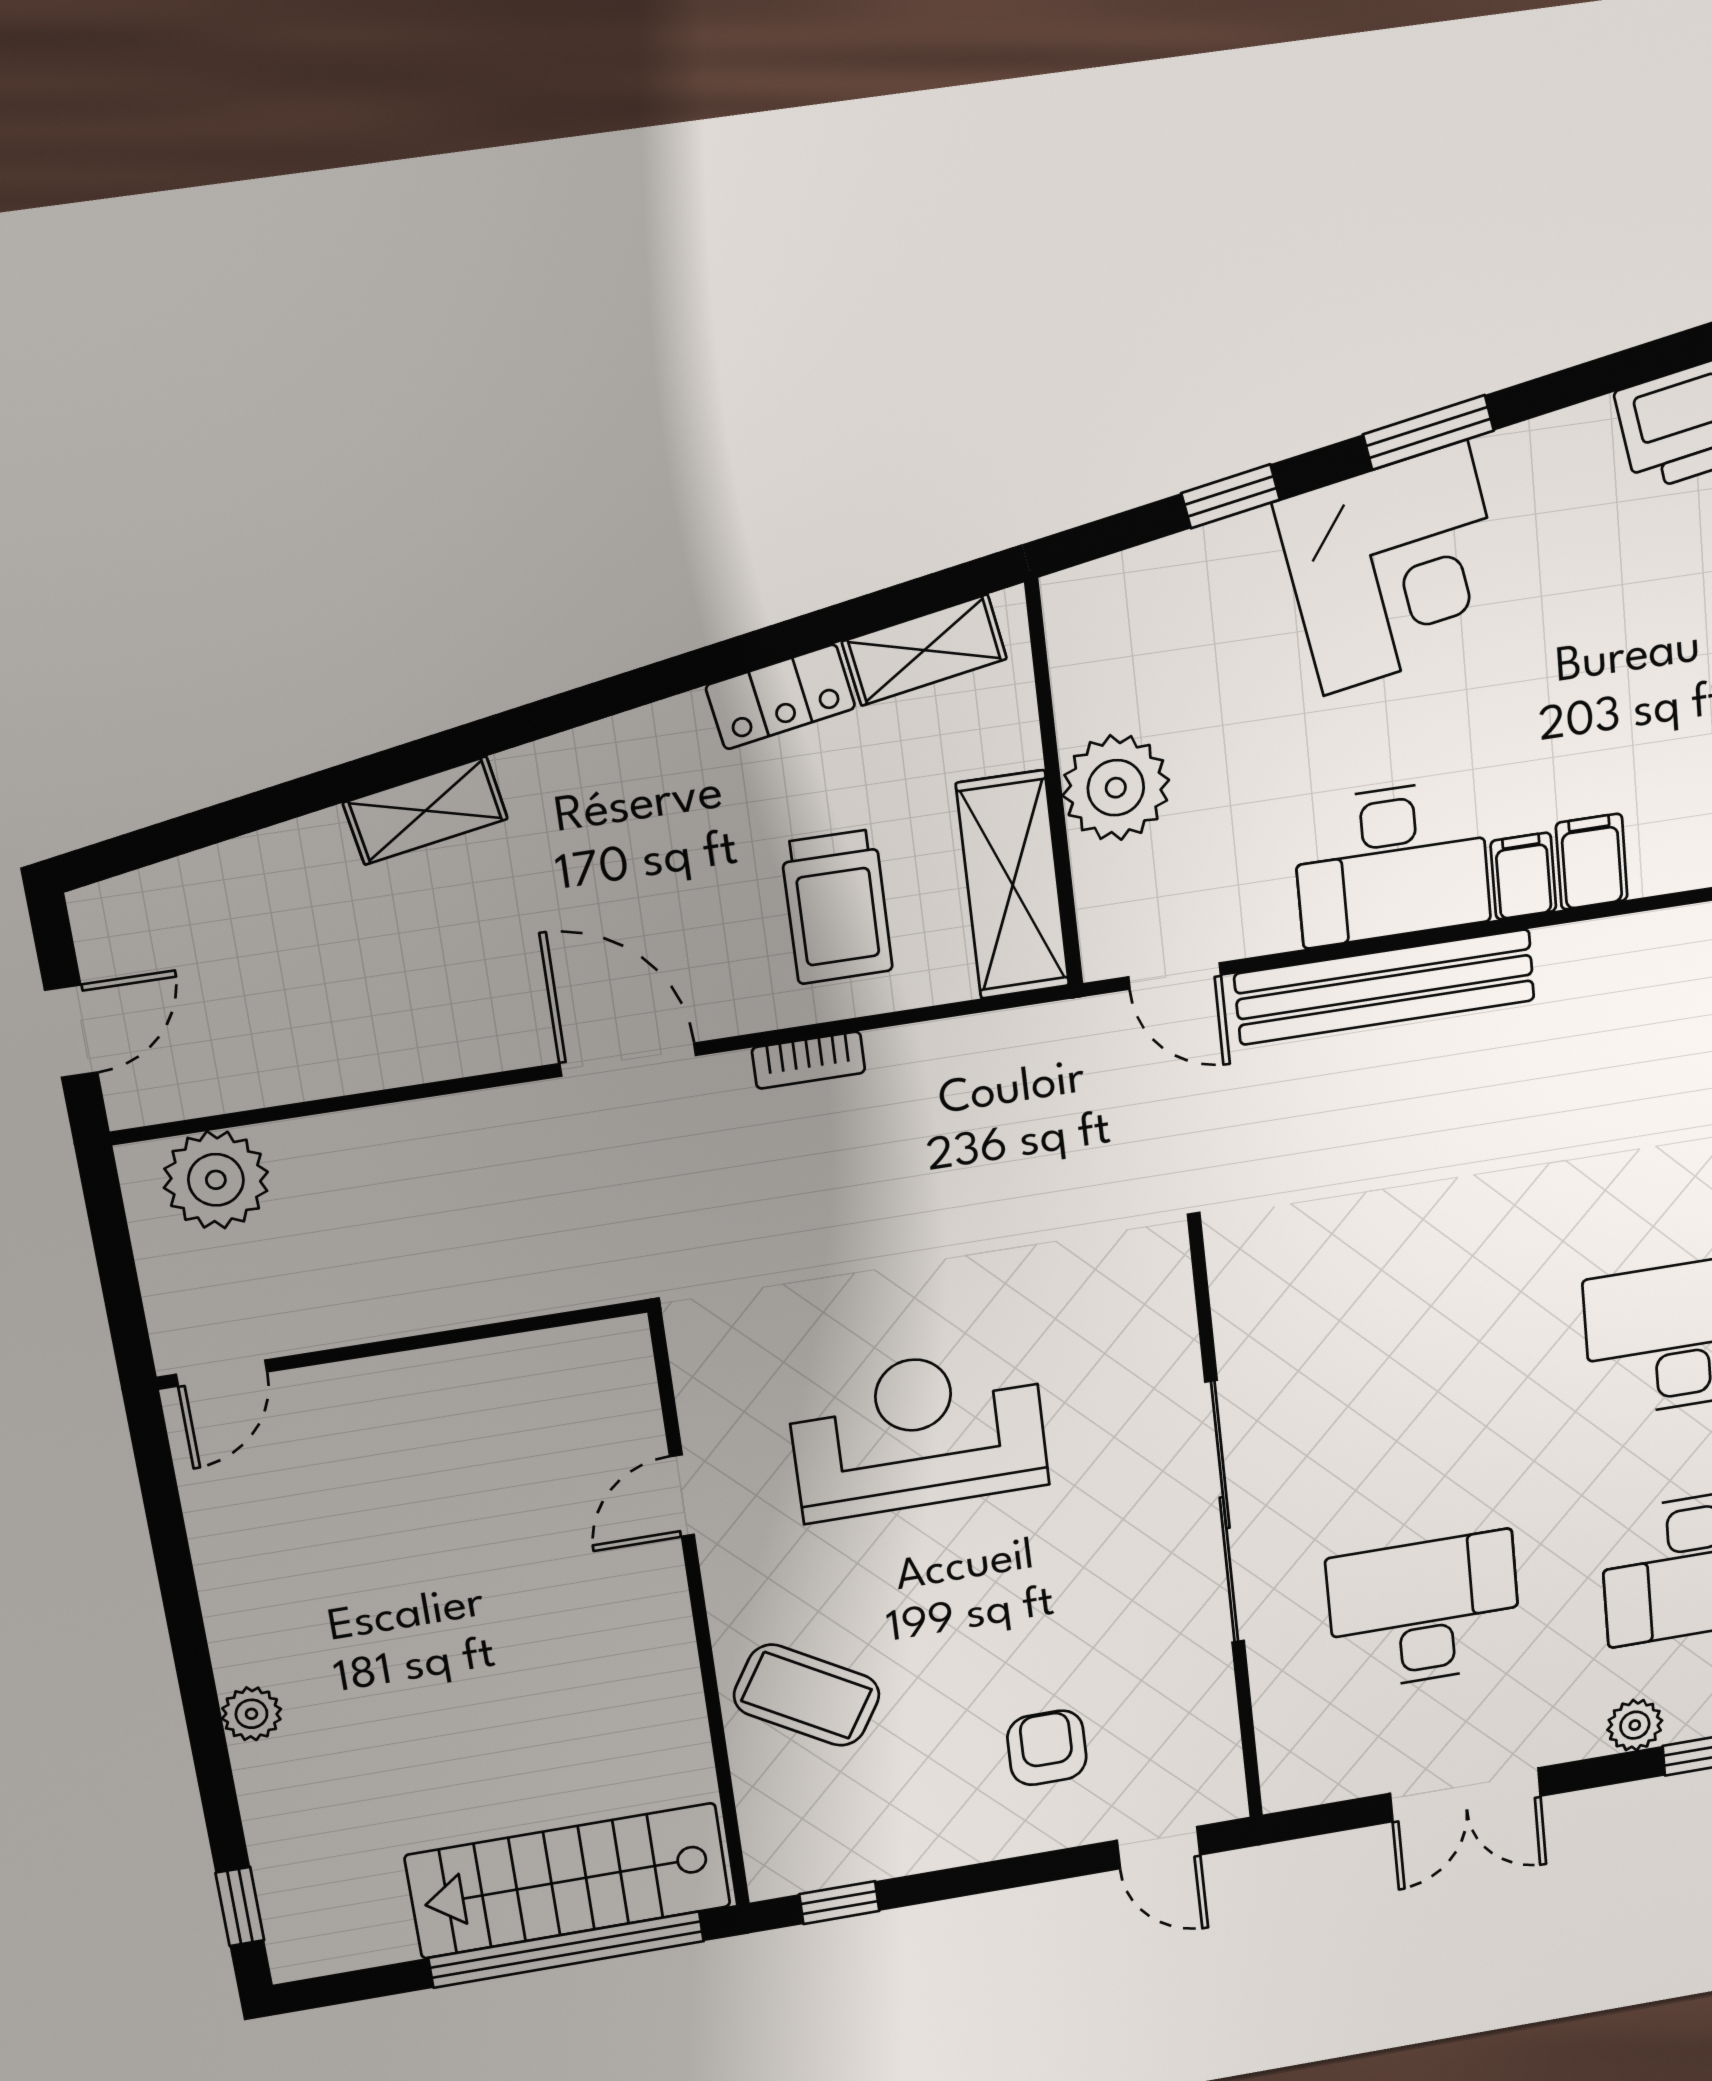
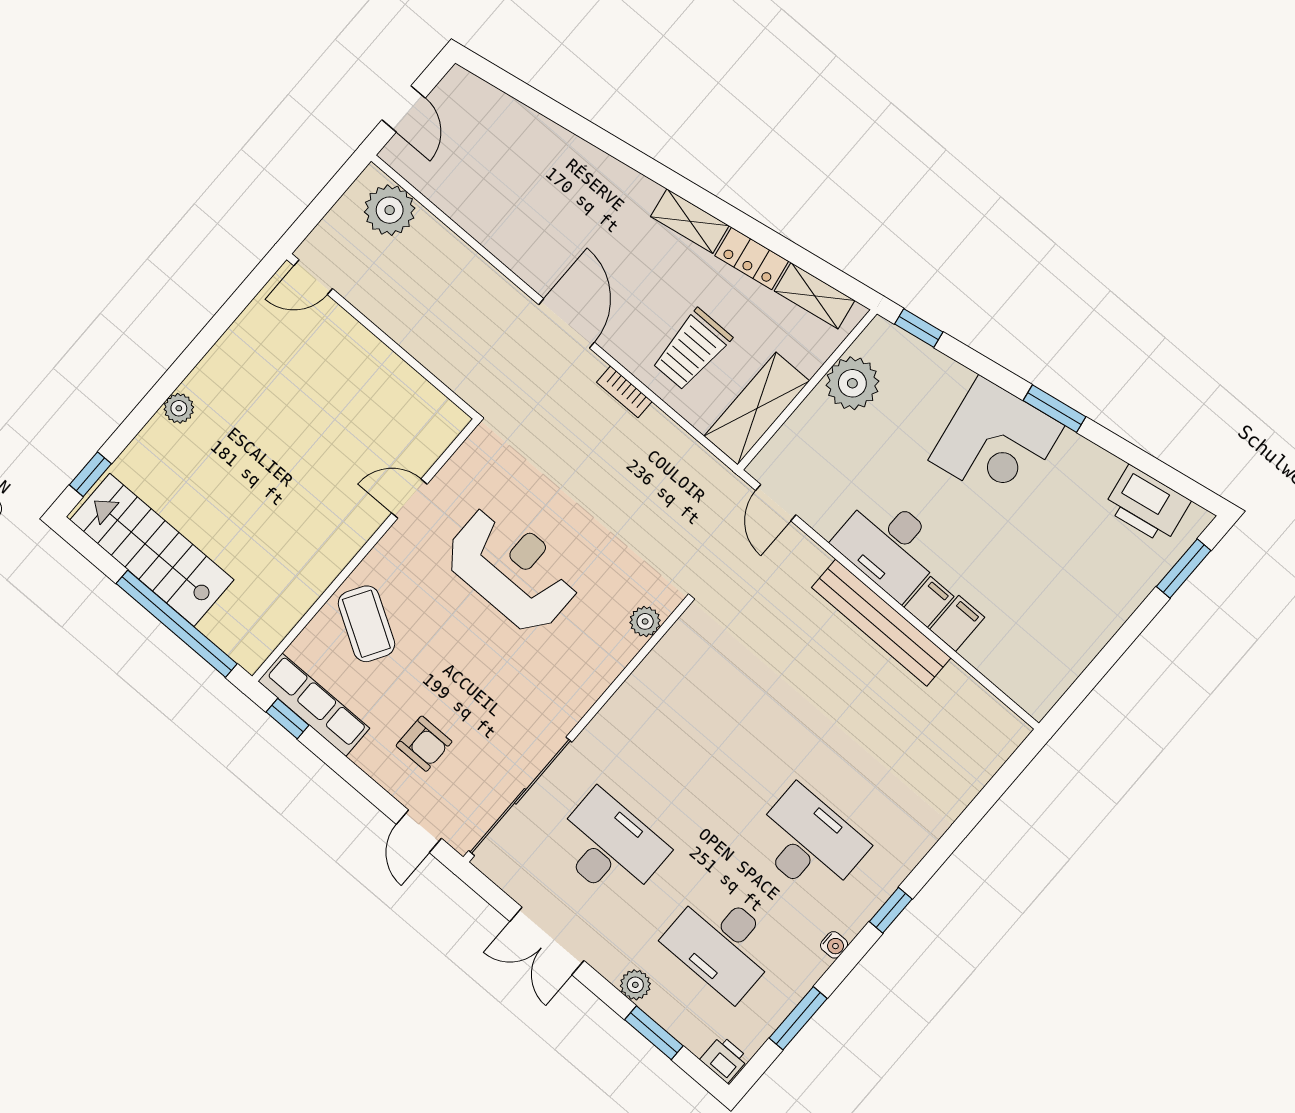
window: (1231, 496) -> (919, 328), moved
plant: (1116, 788) -> (852, 383), moved
shelving: (425, 811) -> (690, 221), moved
bench: (1385, 987) -> (881, 623), moved
door: (71, 1031) -> (404, 109), hinge flipped
plant: (1166, 1307) -> (645, 621), added
sliding door: (1225, 1513) -> (520, 796), moved
armchair: (1047, 1748) -> (424, 744), turned 90
row of seats: (853, 1853) -> (314, 705), added
stairs: (568, 1881) -> (152, 550), moved

